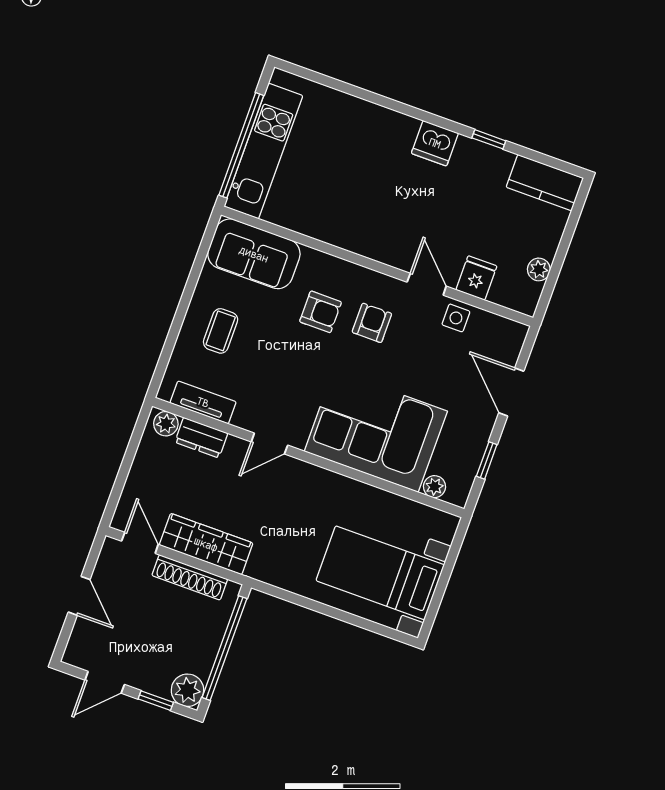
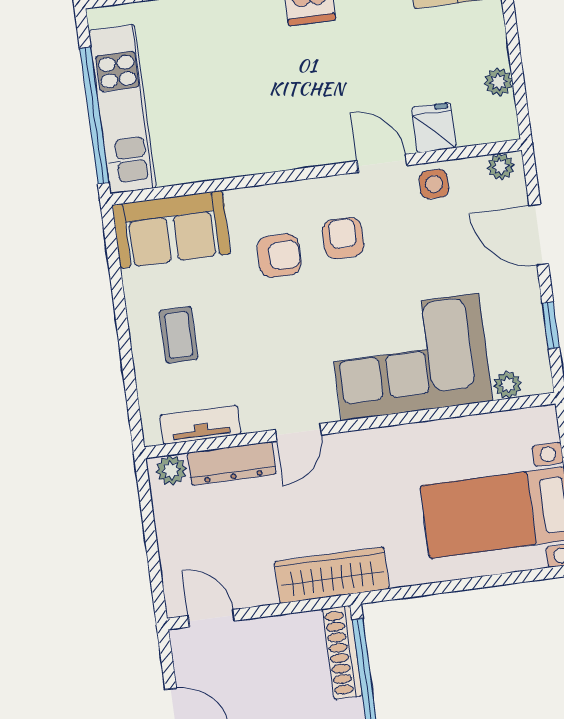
plant: (510, 330) -> (501, 166), added
dresser: (201, 438) -> (232, 463), width x1.44
wardrobe: (206, 544) -> (332, 575), moved
shoe rack: (190, 577) -> (342, 652), moved, turned 90

